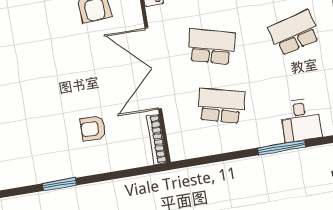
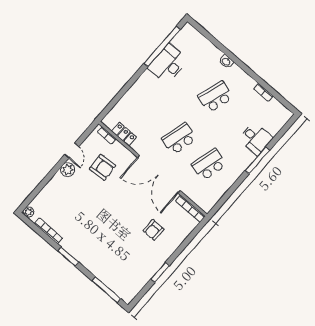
school desk: (294, 33) -> (215, 97), turned 33

